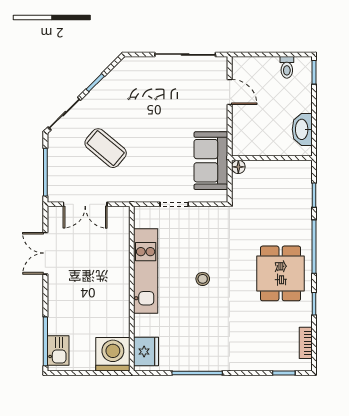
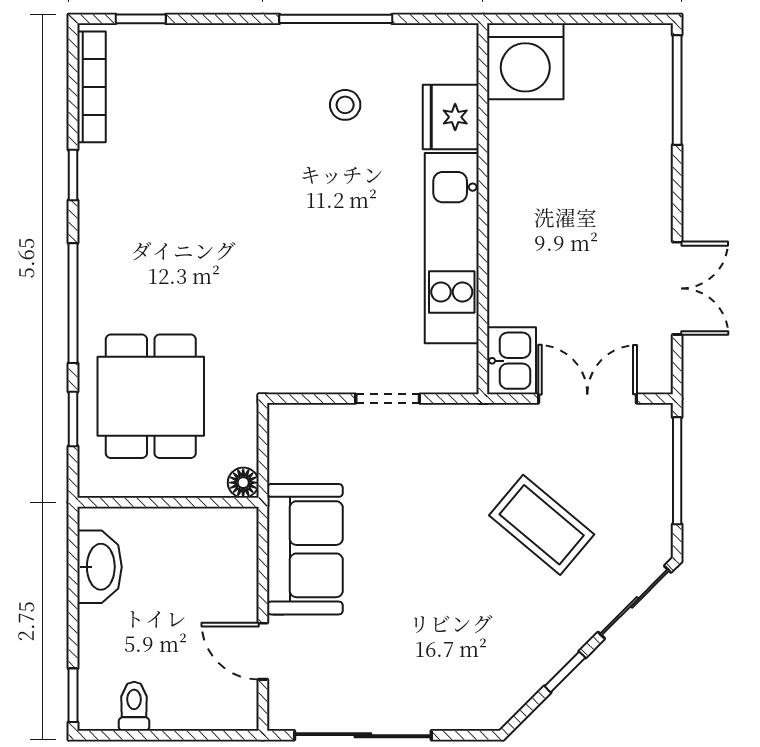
sofa: (211, 161) -> (305, 549), moved
dining table: (281, 273) -> (151, 396), moved
stool: (203, 279) -> (345, 105), moved
bookcase: (306, 343) -> (91, 87), width x1.56
kitchen sink: (58, 351) -> (512, 361), moved, turned 180
fridge: (146, 352) -> (451, 117), moved

